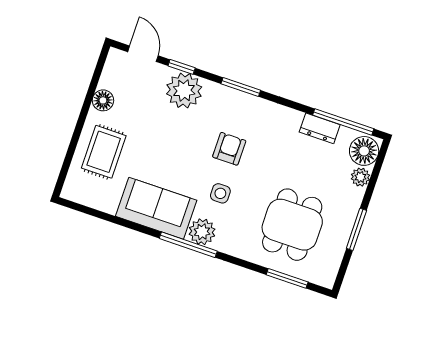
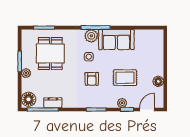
door: (143, 54) -> (147, 109), swing flipped
plant: (184, 90) -> (122, 103), width x0.53, depth x0.53
rug: (104, 152) -> (125, 78), moved, turned 90
plant: (360, 177) -> (26, 73), moved

